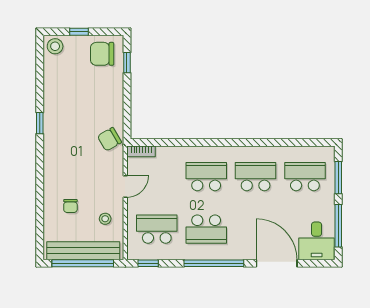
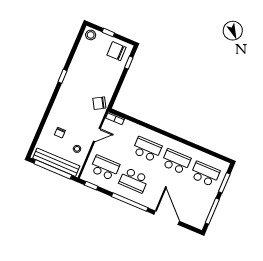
desk: (317, 241) -> (196, 215), removed

